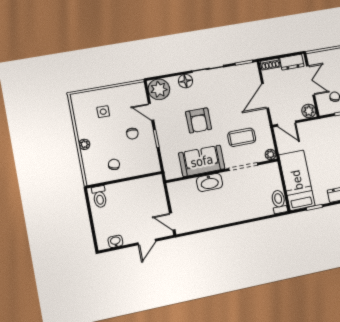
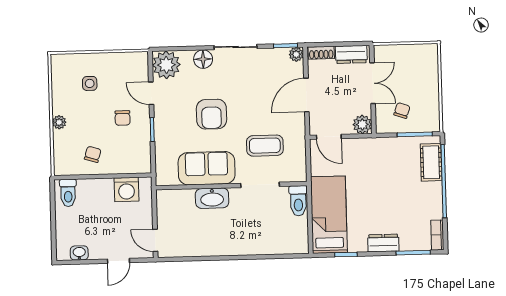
plant: (271, 154) -> (296, 54), moved
washing machine: (144, 187) -> (126, 190), added
toilet: (279, 202) -> (298, 201), moved, turned 180

